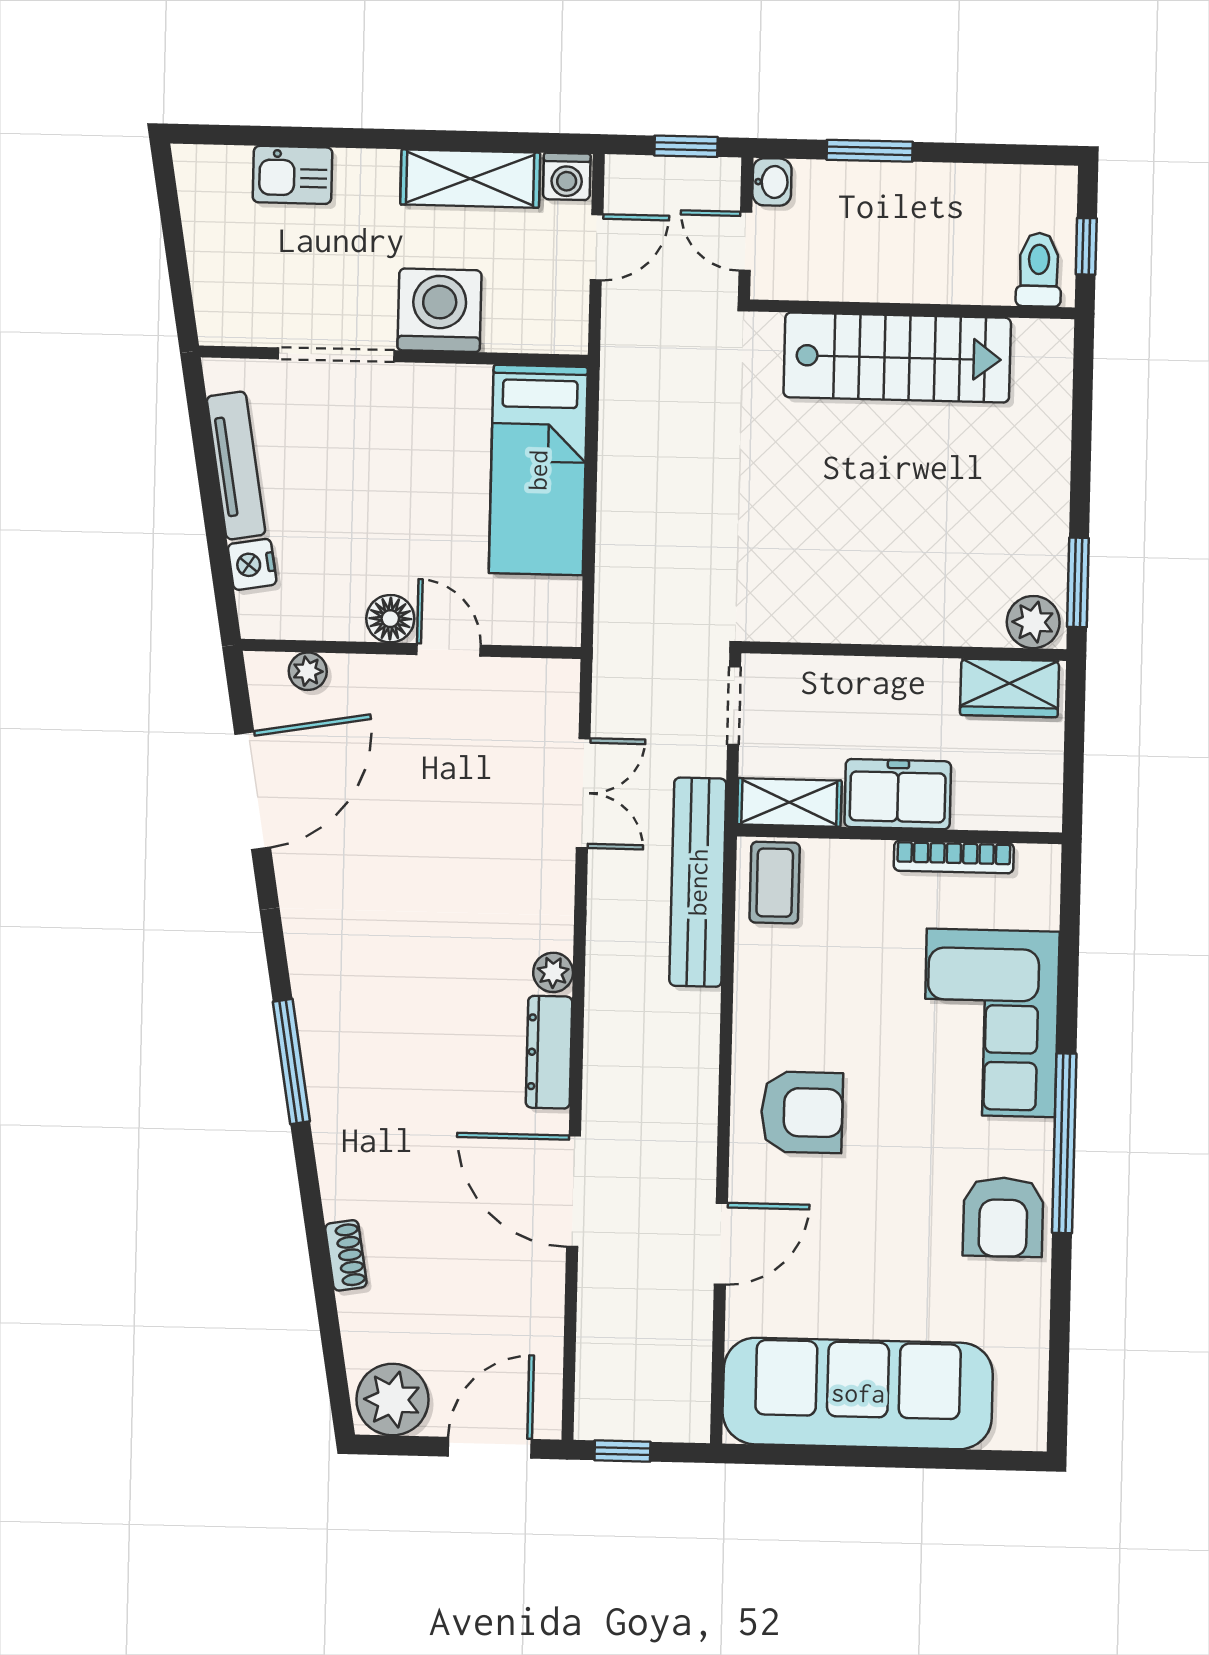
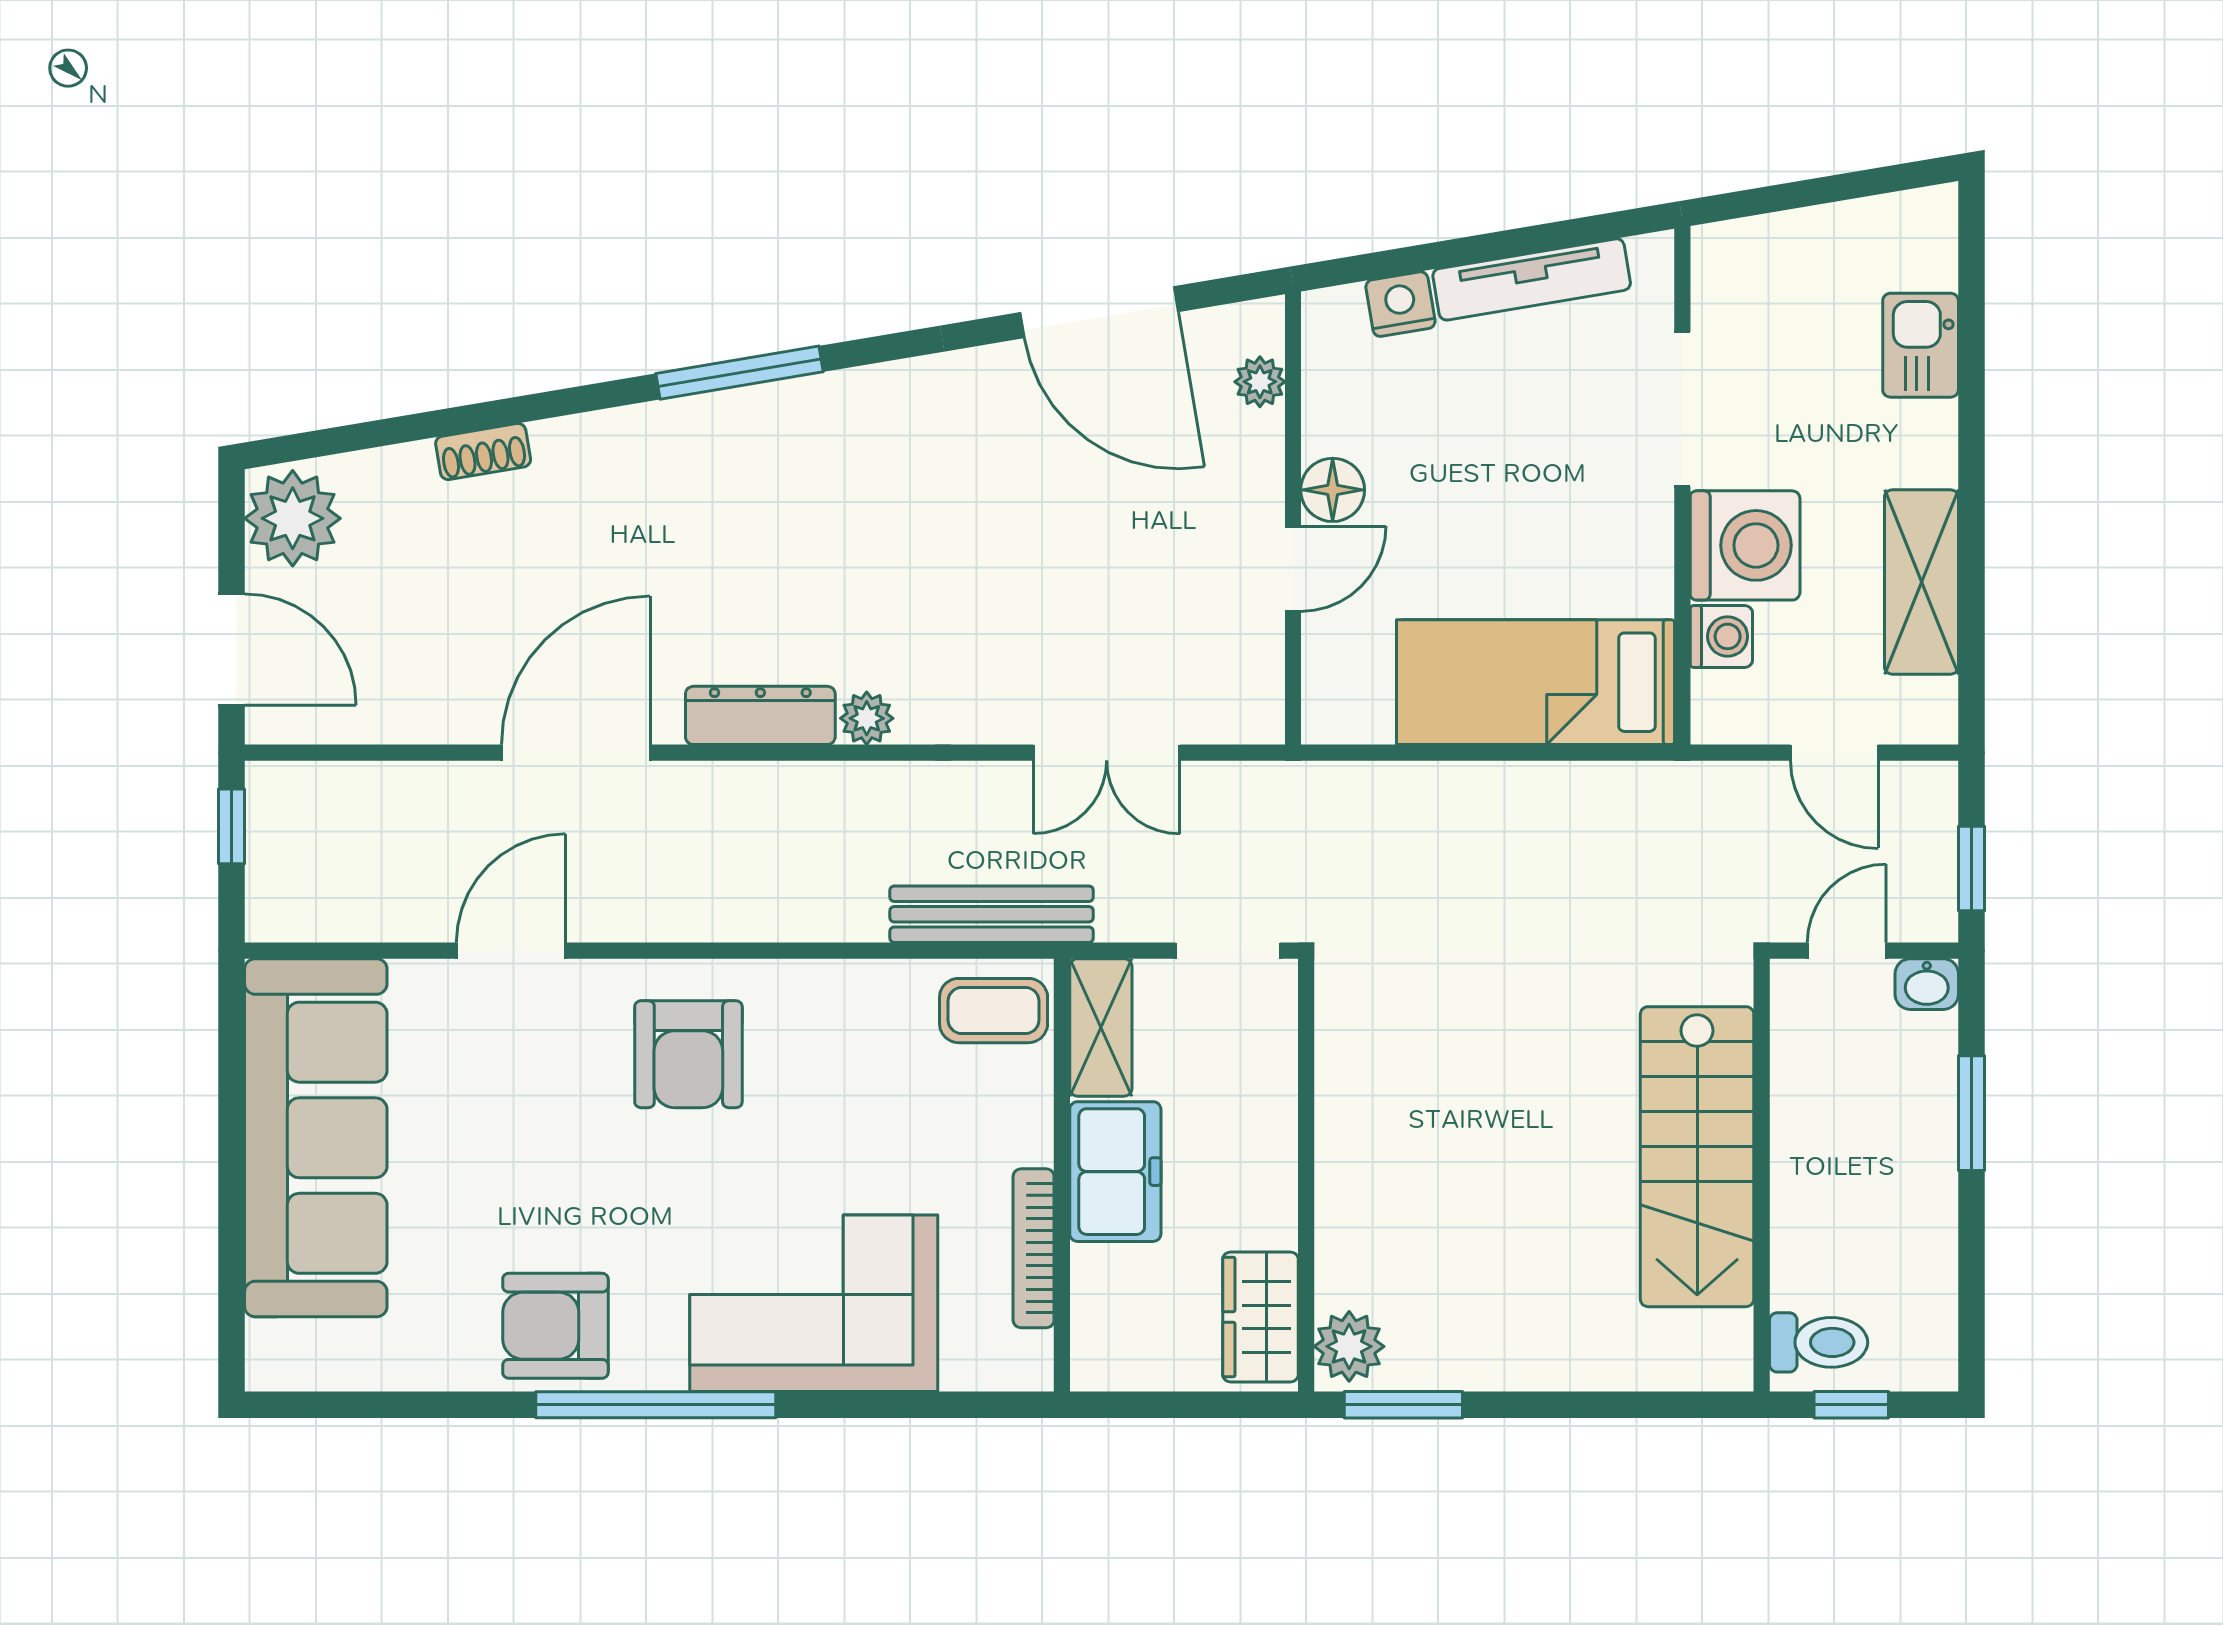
washing machine: (567, 177) -> (1721, 636), moved, turned 180
bench: (698, 882) -> (992, 914), width x0.73, depth x0.82
door: (721, 1244) -> (511, 951), swing flipped

